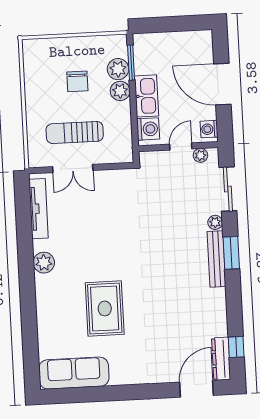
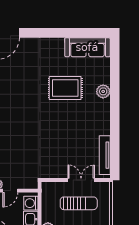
plant: (44, 263) -> (103, 91), moved
rug: (105, 308) -> (65, 88), turned 90

